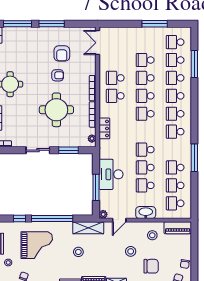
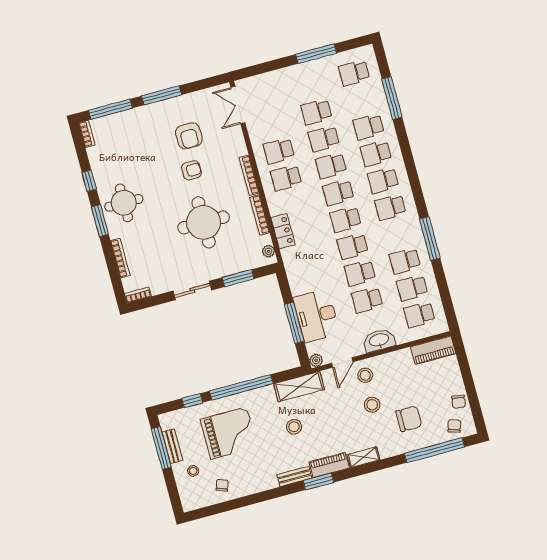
school desk: (175, 60) -> (345, 219), moved
desk: (111, 174) -> (316, 316), moved
stool: (152, 235) -> (365, 375), moved

